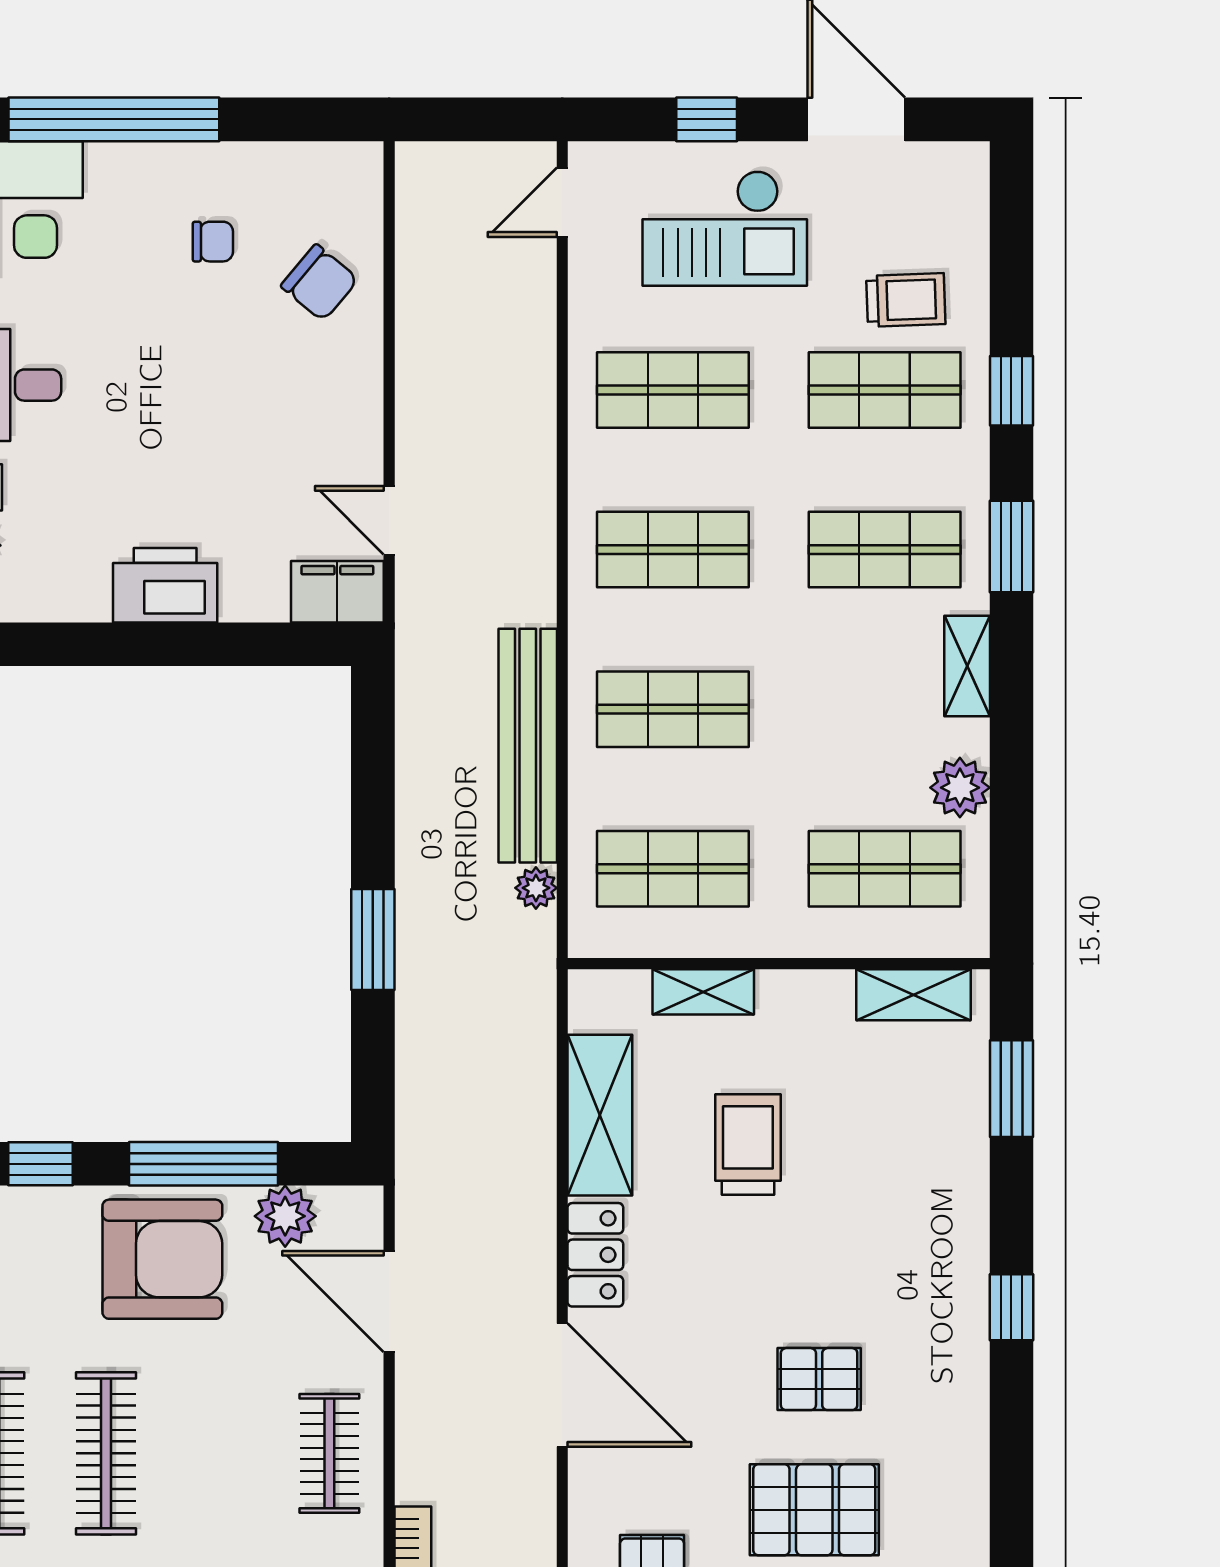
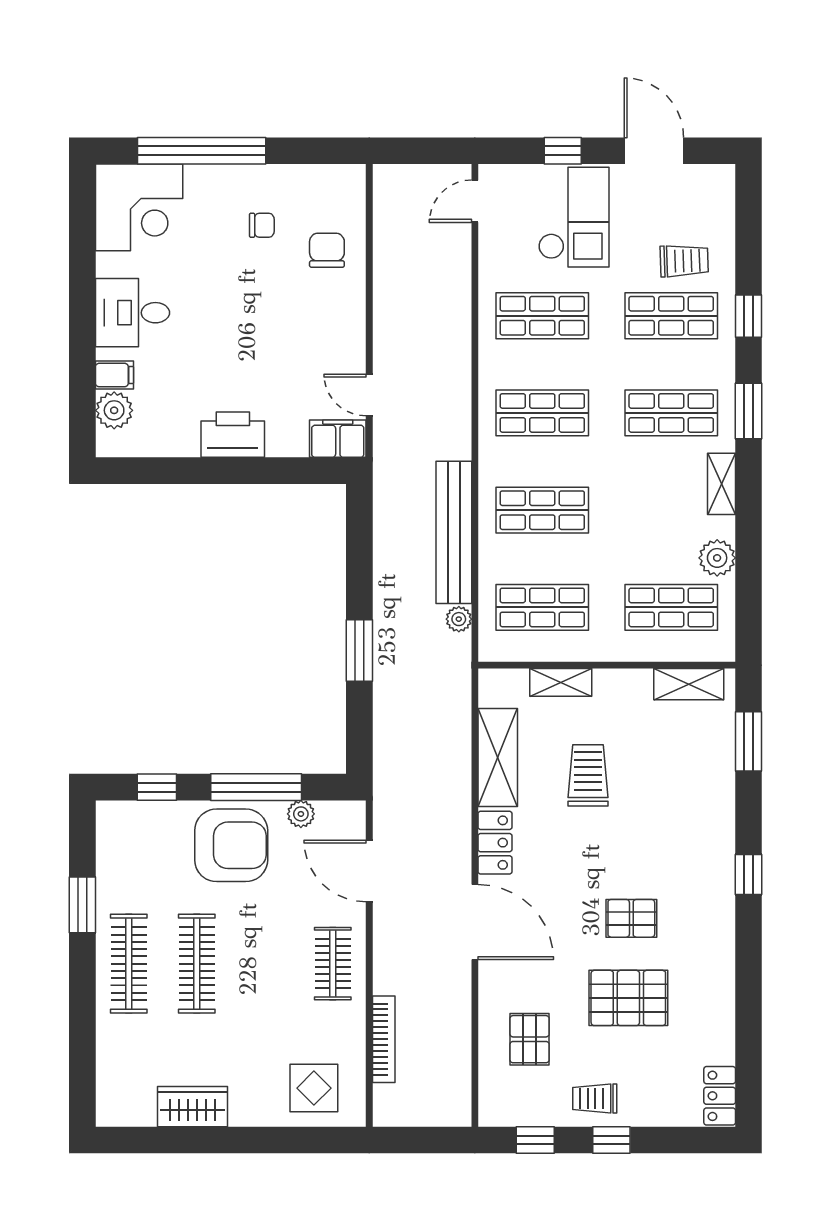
checkout: (725, 228) -> (574, 217), turned -90
chair: (320, 283) -> (327, 250), turned -130
plant: (285, 1216) -> (301, 814), width x0.73, depth x0.73

